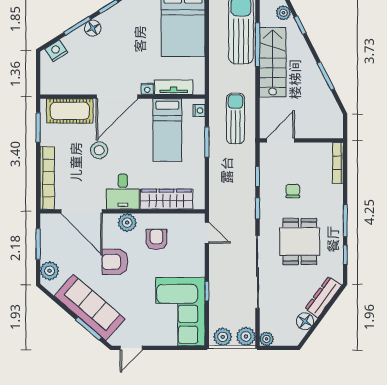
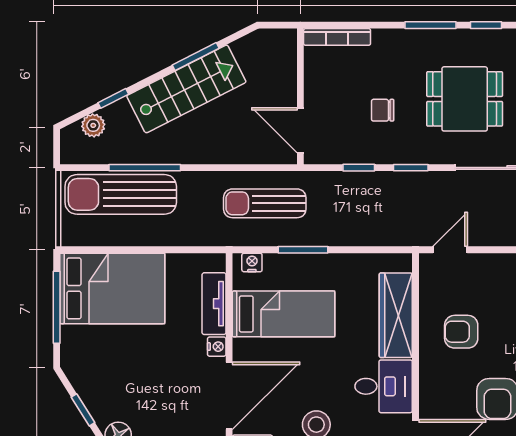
stairs: (273, 62) -> (186, 89), moved, turned 153
door: (117, 97) -> (229, 396), hinge flipped
plant: (127, 223) -> (434, 379), removed

